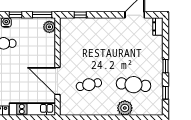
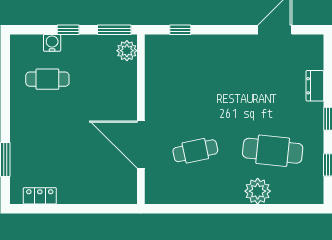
dresser: (158, 26) -> (315, 86), moved
kitchen unit: (32, 109) -> (97, 193), removed

